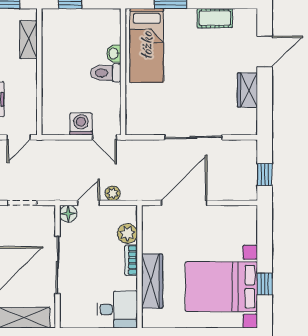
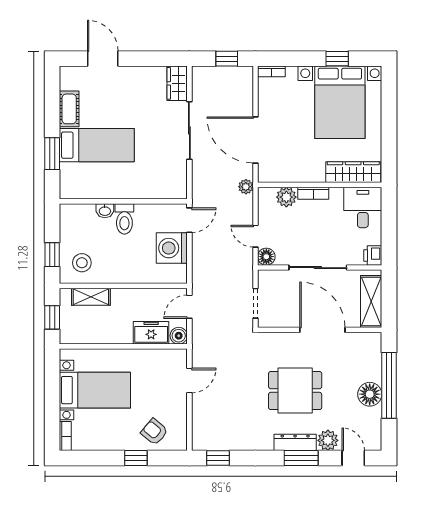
stool: (62, 31) -> (82, 263), added
bed: (147, 46) -> (97, 145), moved
wardrobe: (247, 90) -> (177, 83), moved, turned 90
washing machine: (81, 124) -> (172, 248), width x1.37, depth x1.37
door: (19, 137) -> (189, 307), swing flipped
plant: (113, 193) -> (246, 187), moved
bookcase: (252, 219) -> (271, 71), added
wardrobe: (152, 281) -> (353, 172), moved
printer: (69, 319) -> (373, 255), added

